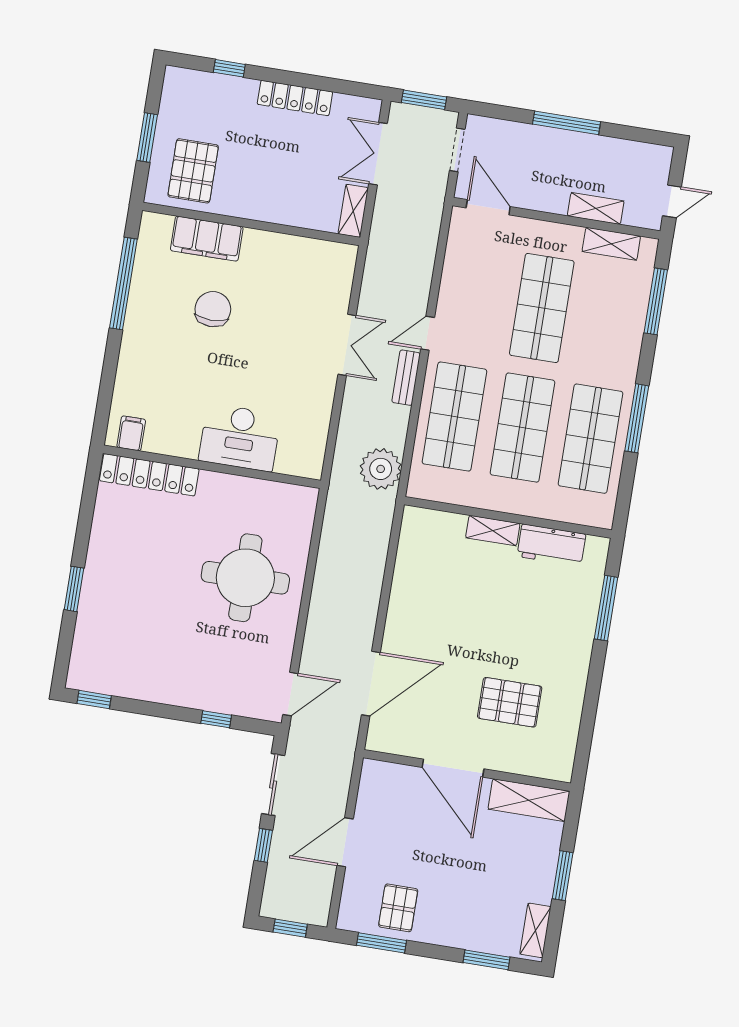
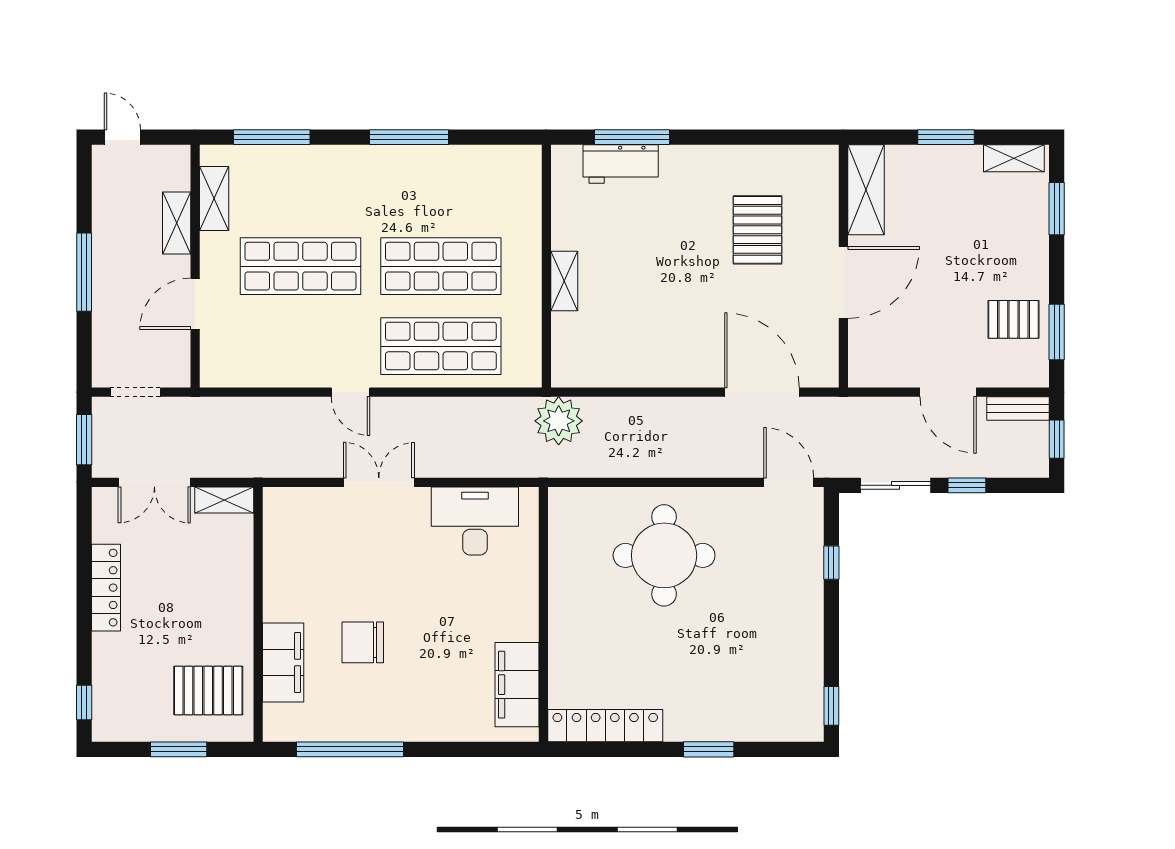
window: (229, 68) -> (84, 703), moved
door: (672, 201) -> (122, 137), moved
door: (488, 207) -> (195, 304), moved
bench: (406, 378) -> (1018, 409), moved
filing cabinet: (131, 433) -> (517, 685), width x3.00, depth x1.17
desk: (240, 437) -> (475, 521), moved, turned -90
shop shelf: (590, 439) -> (441, 186), removed
plant: (381, 469) -> (559, 421), moved
locker: (149, 475) -> (605, 726), moved, turned -90
workbench: (551, 545) -> (621, 164), moved, turned 90

